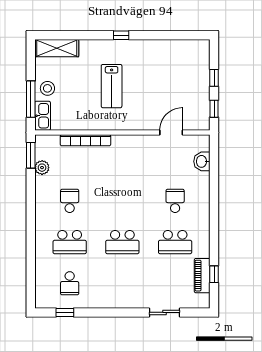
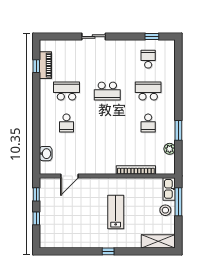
window: (31, 155) -> (178, 130), moved
school desk: (122, 242) -> (107, 91), turned 180
sliding door: (164, 312) -> (94, 37), moved

